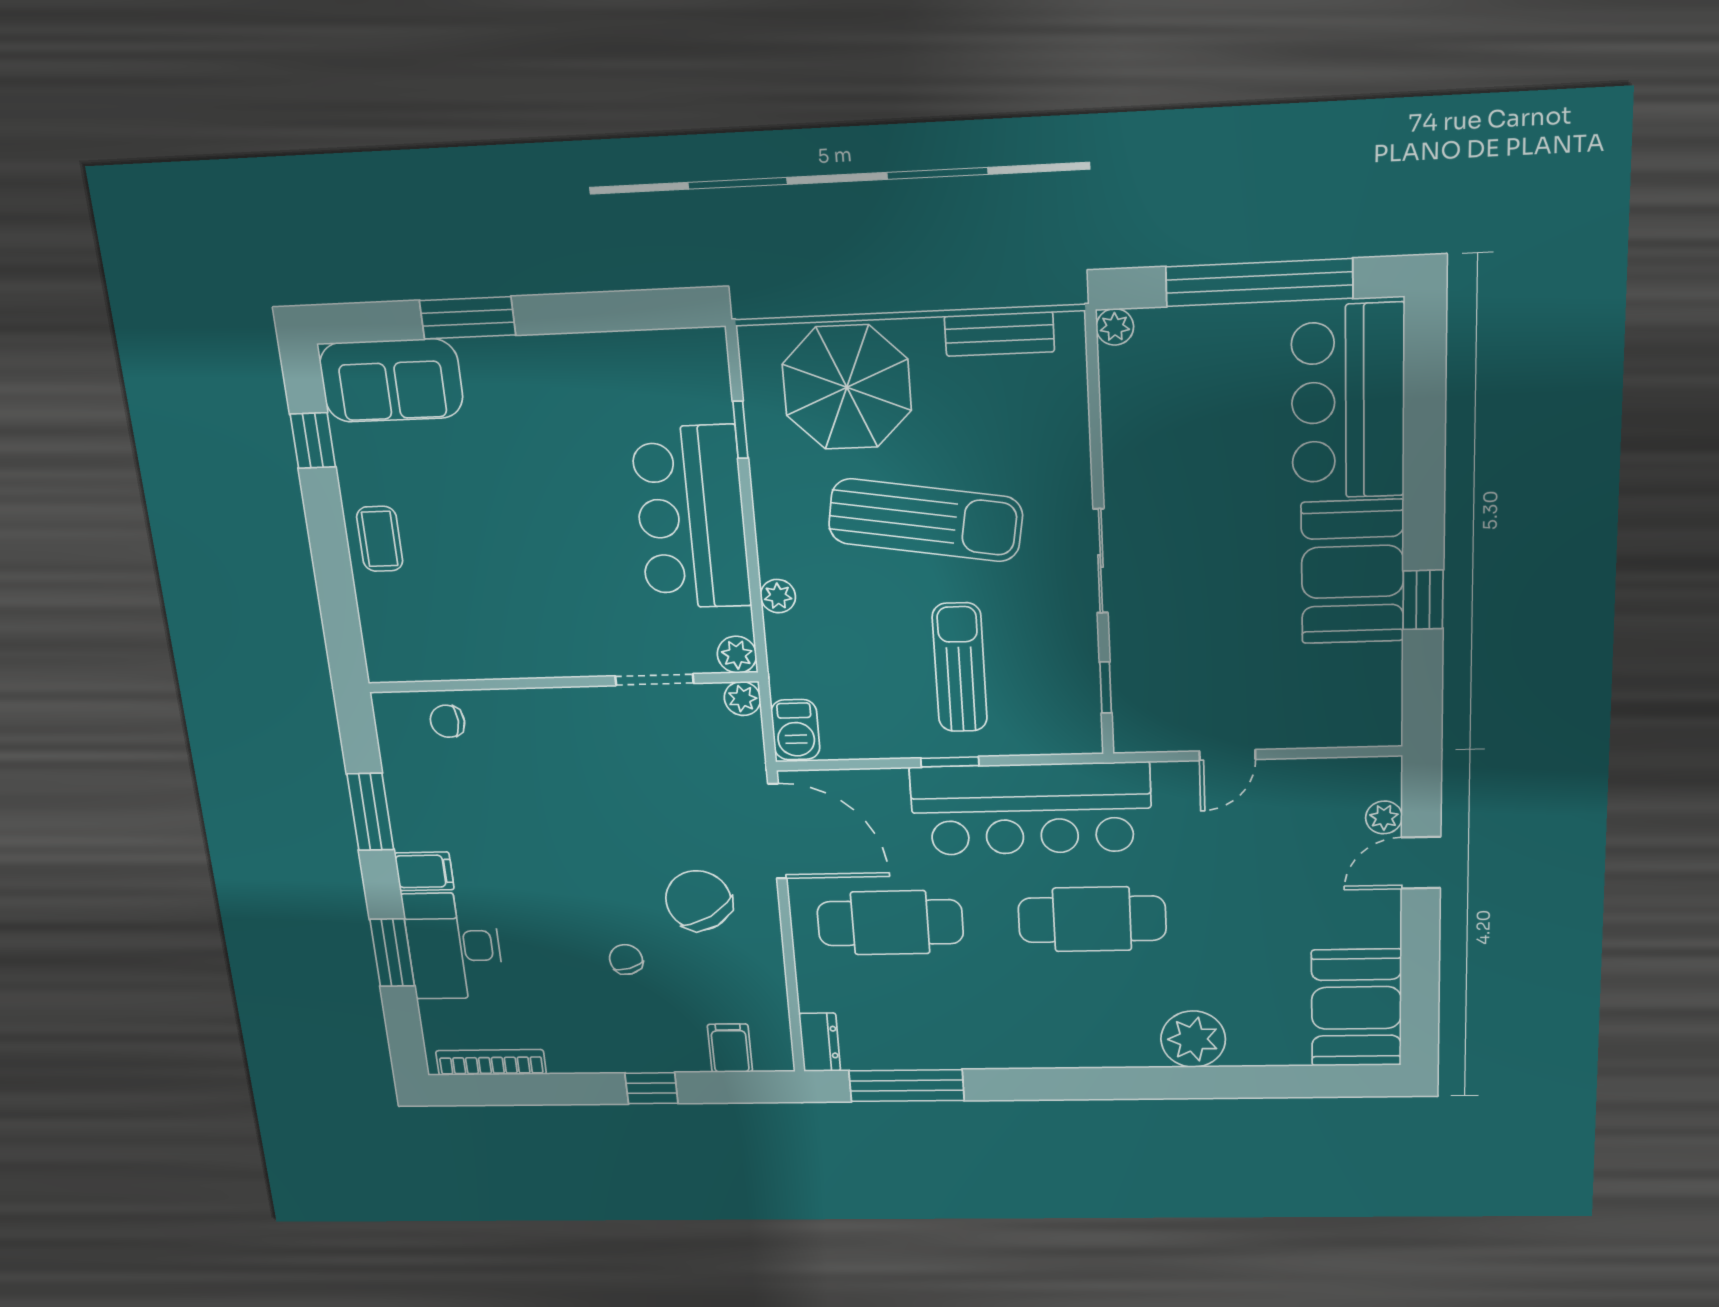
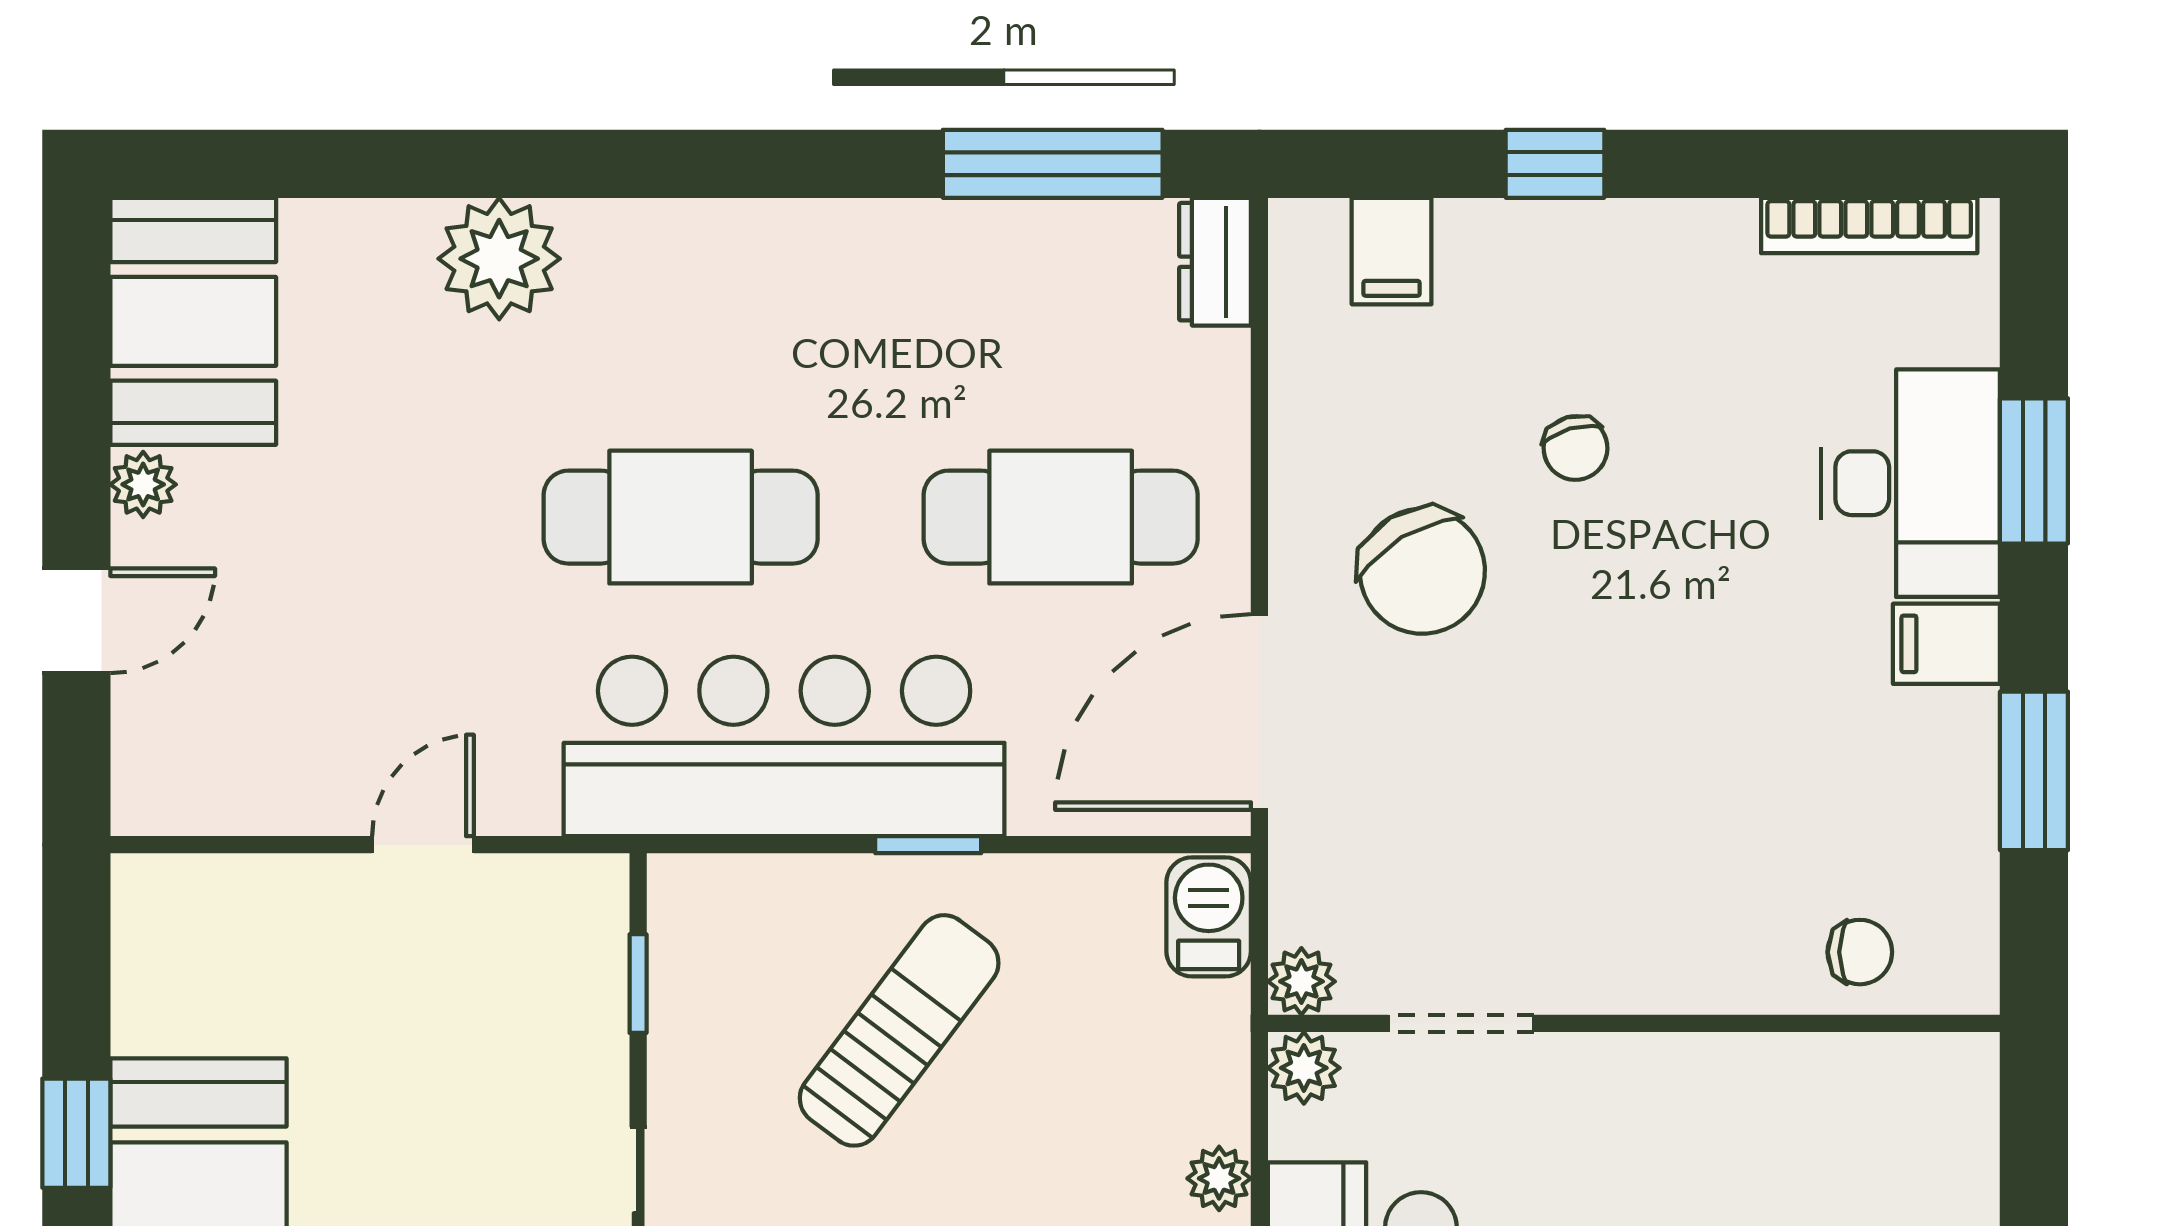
sun lounger: (960, 667) -> (899, 1030), turned -143
plant: (1384, 817) -> (143, 484), moved
door: (777, 831) -> (1259, 712), hinge flipped

